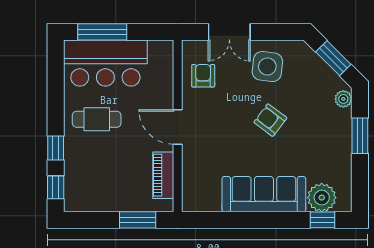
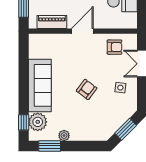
side table: (267, 67) -> (120, 88), width x0.54, depth x0.54
plant: (343, 99) -> (64, 136), moved
window: (360, 136) -> (50, 146), moved

